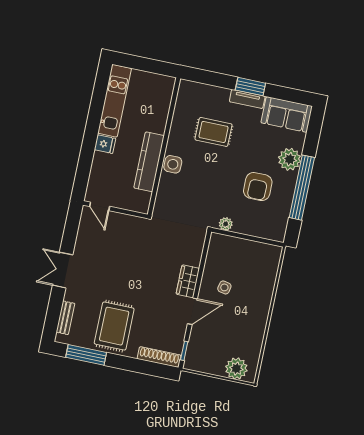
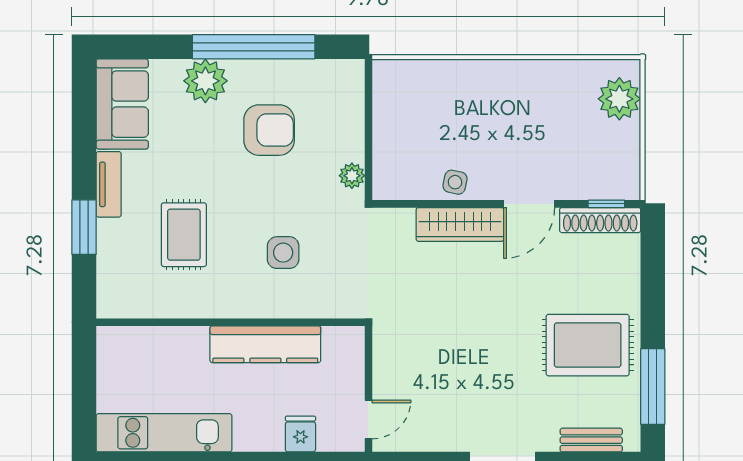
window: (250, 87) -> (84, 227), moved
fridge: (105, 144) -> (300, 434), moved
side table: (173, 164) -> (283, 253), moved
wardrobe: (188, 281) -> (460, 224), width x1.50
side table: (224, 287) -> (455, 182), moved
door: (192, 311) -> (529, 204), swing flipped
shoe rack: (159, 357) -> (600, 220), moved, turned -90

